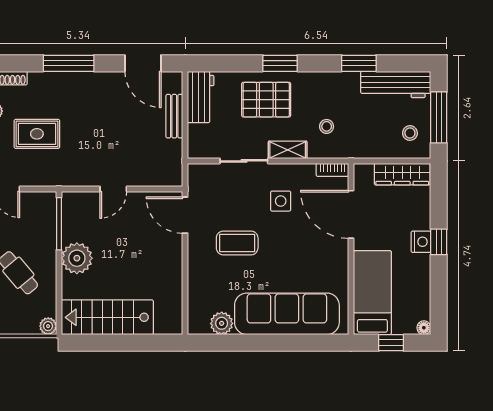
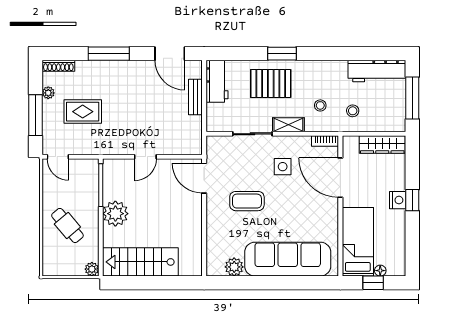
window: (359, 63) -> (347, 54), removed
stool: (410, 133) -> (353, 111), moved
floor lamp: (424, 328) -> (380, 271), moved

